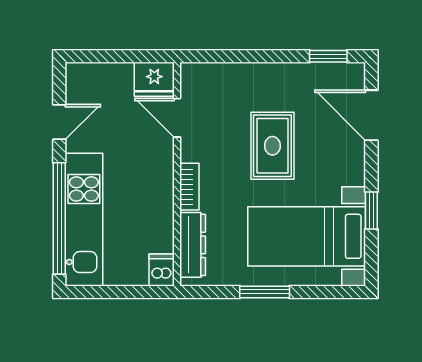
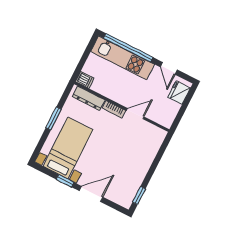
fridge: (154, 79) -> (179, 93), moved
door: (371, 115) -> (91, 194), moved
door: (177, 118) -> (135, 114), moved
rug: (272, 146) -> (113, 153), removed

